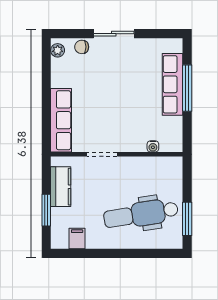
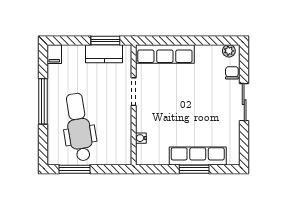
window: (187, 88) -> (194, 169), width x0.69
window: (46, 210) -> (105, 40), moved
filing cabinet: (77, 238) -> (54, 54), moved, turned 90
window: (113, 253) -> (43, 101), added

